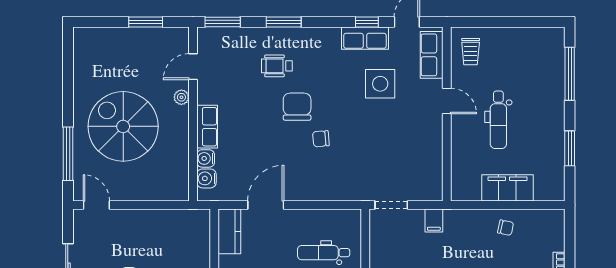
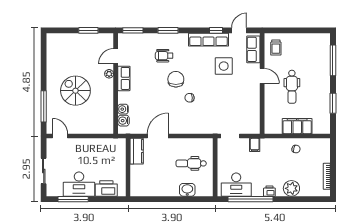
row of seats: (365, 38) -> (208, 40), width x1.48
spiral stairs: (123, 126) -> (75, 91), width x0.73, depth x0.73
row of seats: (207, 127) -> (124, 78), moved

